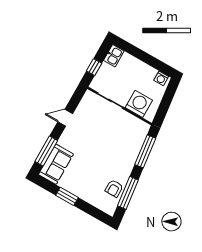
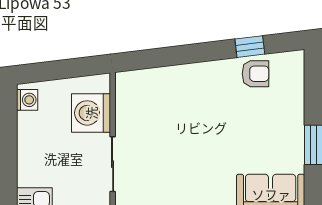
window: (145, 151) -> (164, 57), removed
window: (128, 193) -> (250, 47), width x0.46

